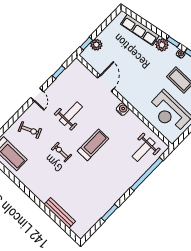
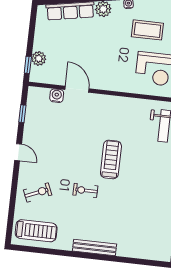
water cooler: (123, 109) -> (57, 96), moved
weight bench: (71, 114) -> (66, 145), removed
bench: (60, 213) -> (94, 248), moved

